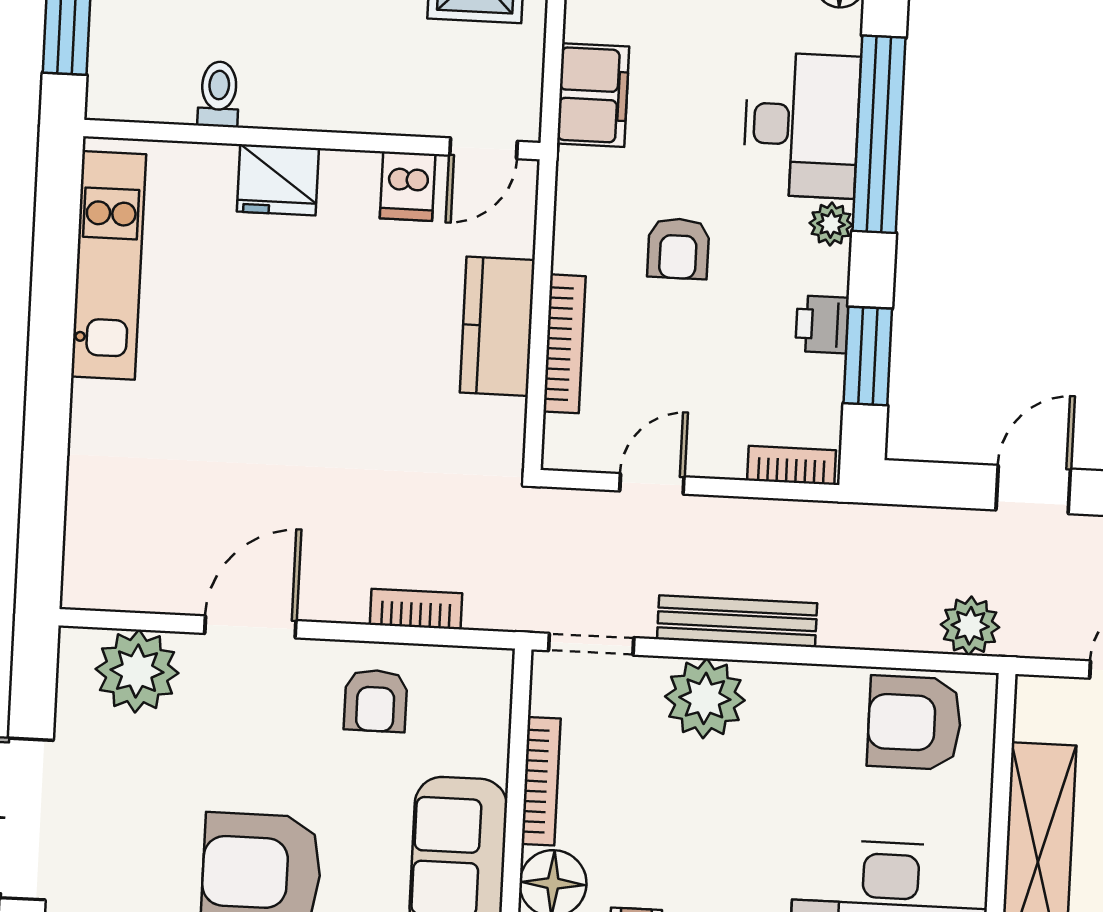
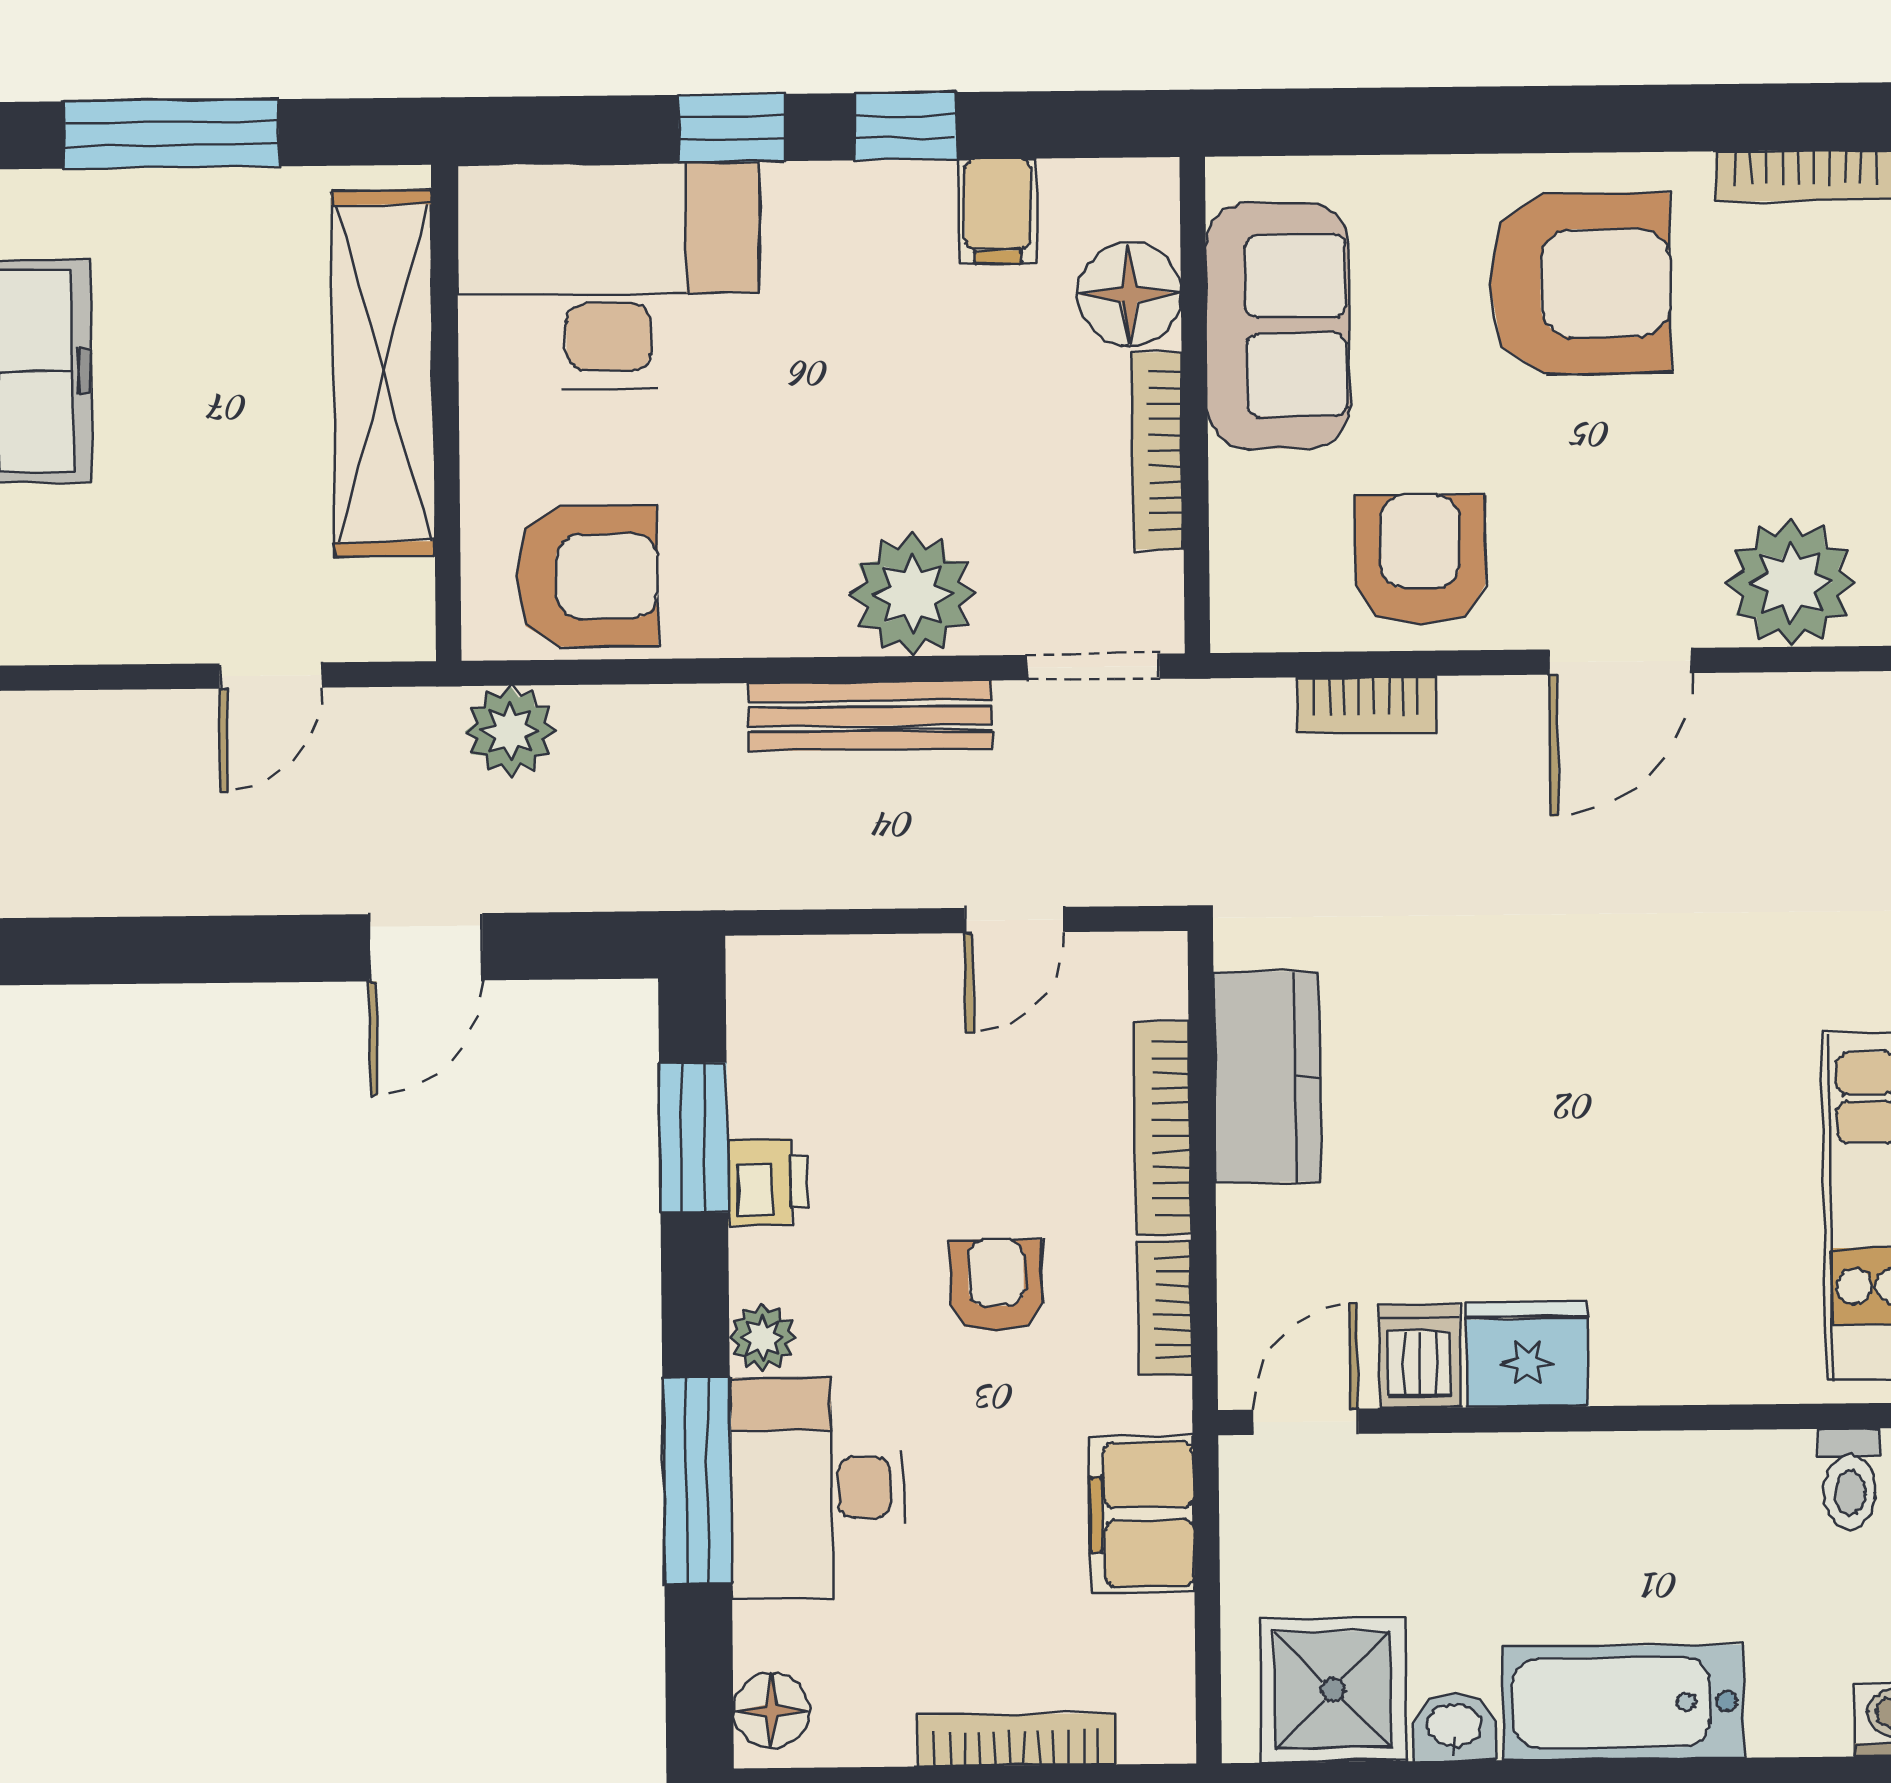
toilet: (219, 94) -> (1850, 1479), moved
window: (879, 134) -> (697, 1481), width x0.68
fridge: (278, 180) -> (1527, 1354), moved
kitchen counter: (497, 326) -> (1267, 1077), moved
bookcase: (792, 465) -> (1165, 1308), moved, turned 90
armchair: (376, 701) -> (1420, 559), width x1.38, depth x1.38

